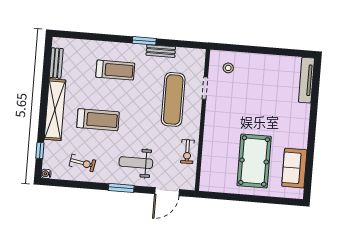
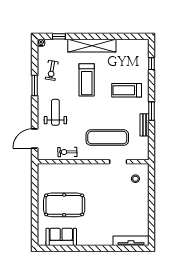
window: (84, 36) -> (151, 64), added
bench: (56, 63) -> (128, 44), removed
treadmill: (115, 70) -> (127, 90), turned 90
window: (121, 188) -> (35, 86), moved
door: (167, 192) -> (35, 139), hinge flipped

